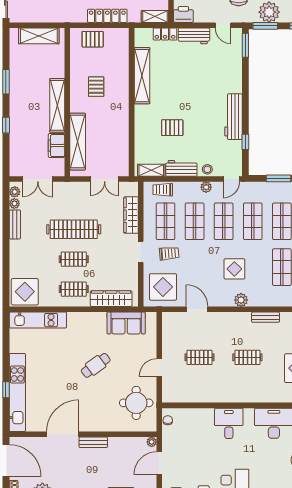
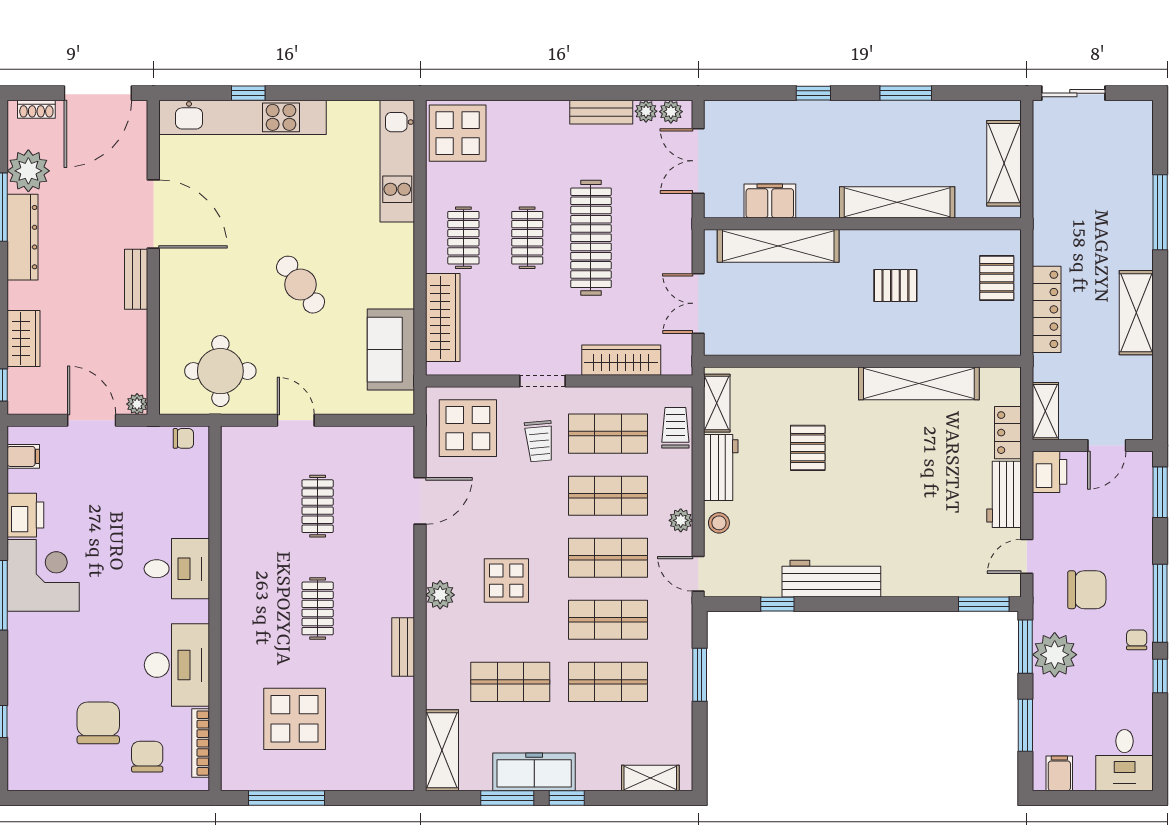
shelving: (57, 105) -> (897, 202), moved

